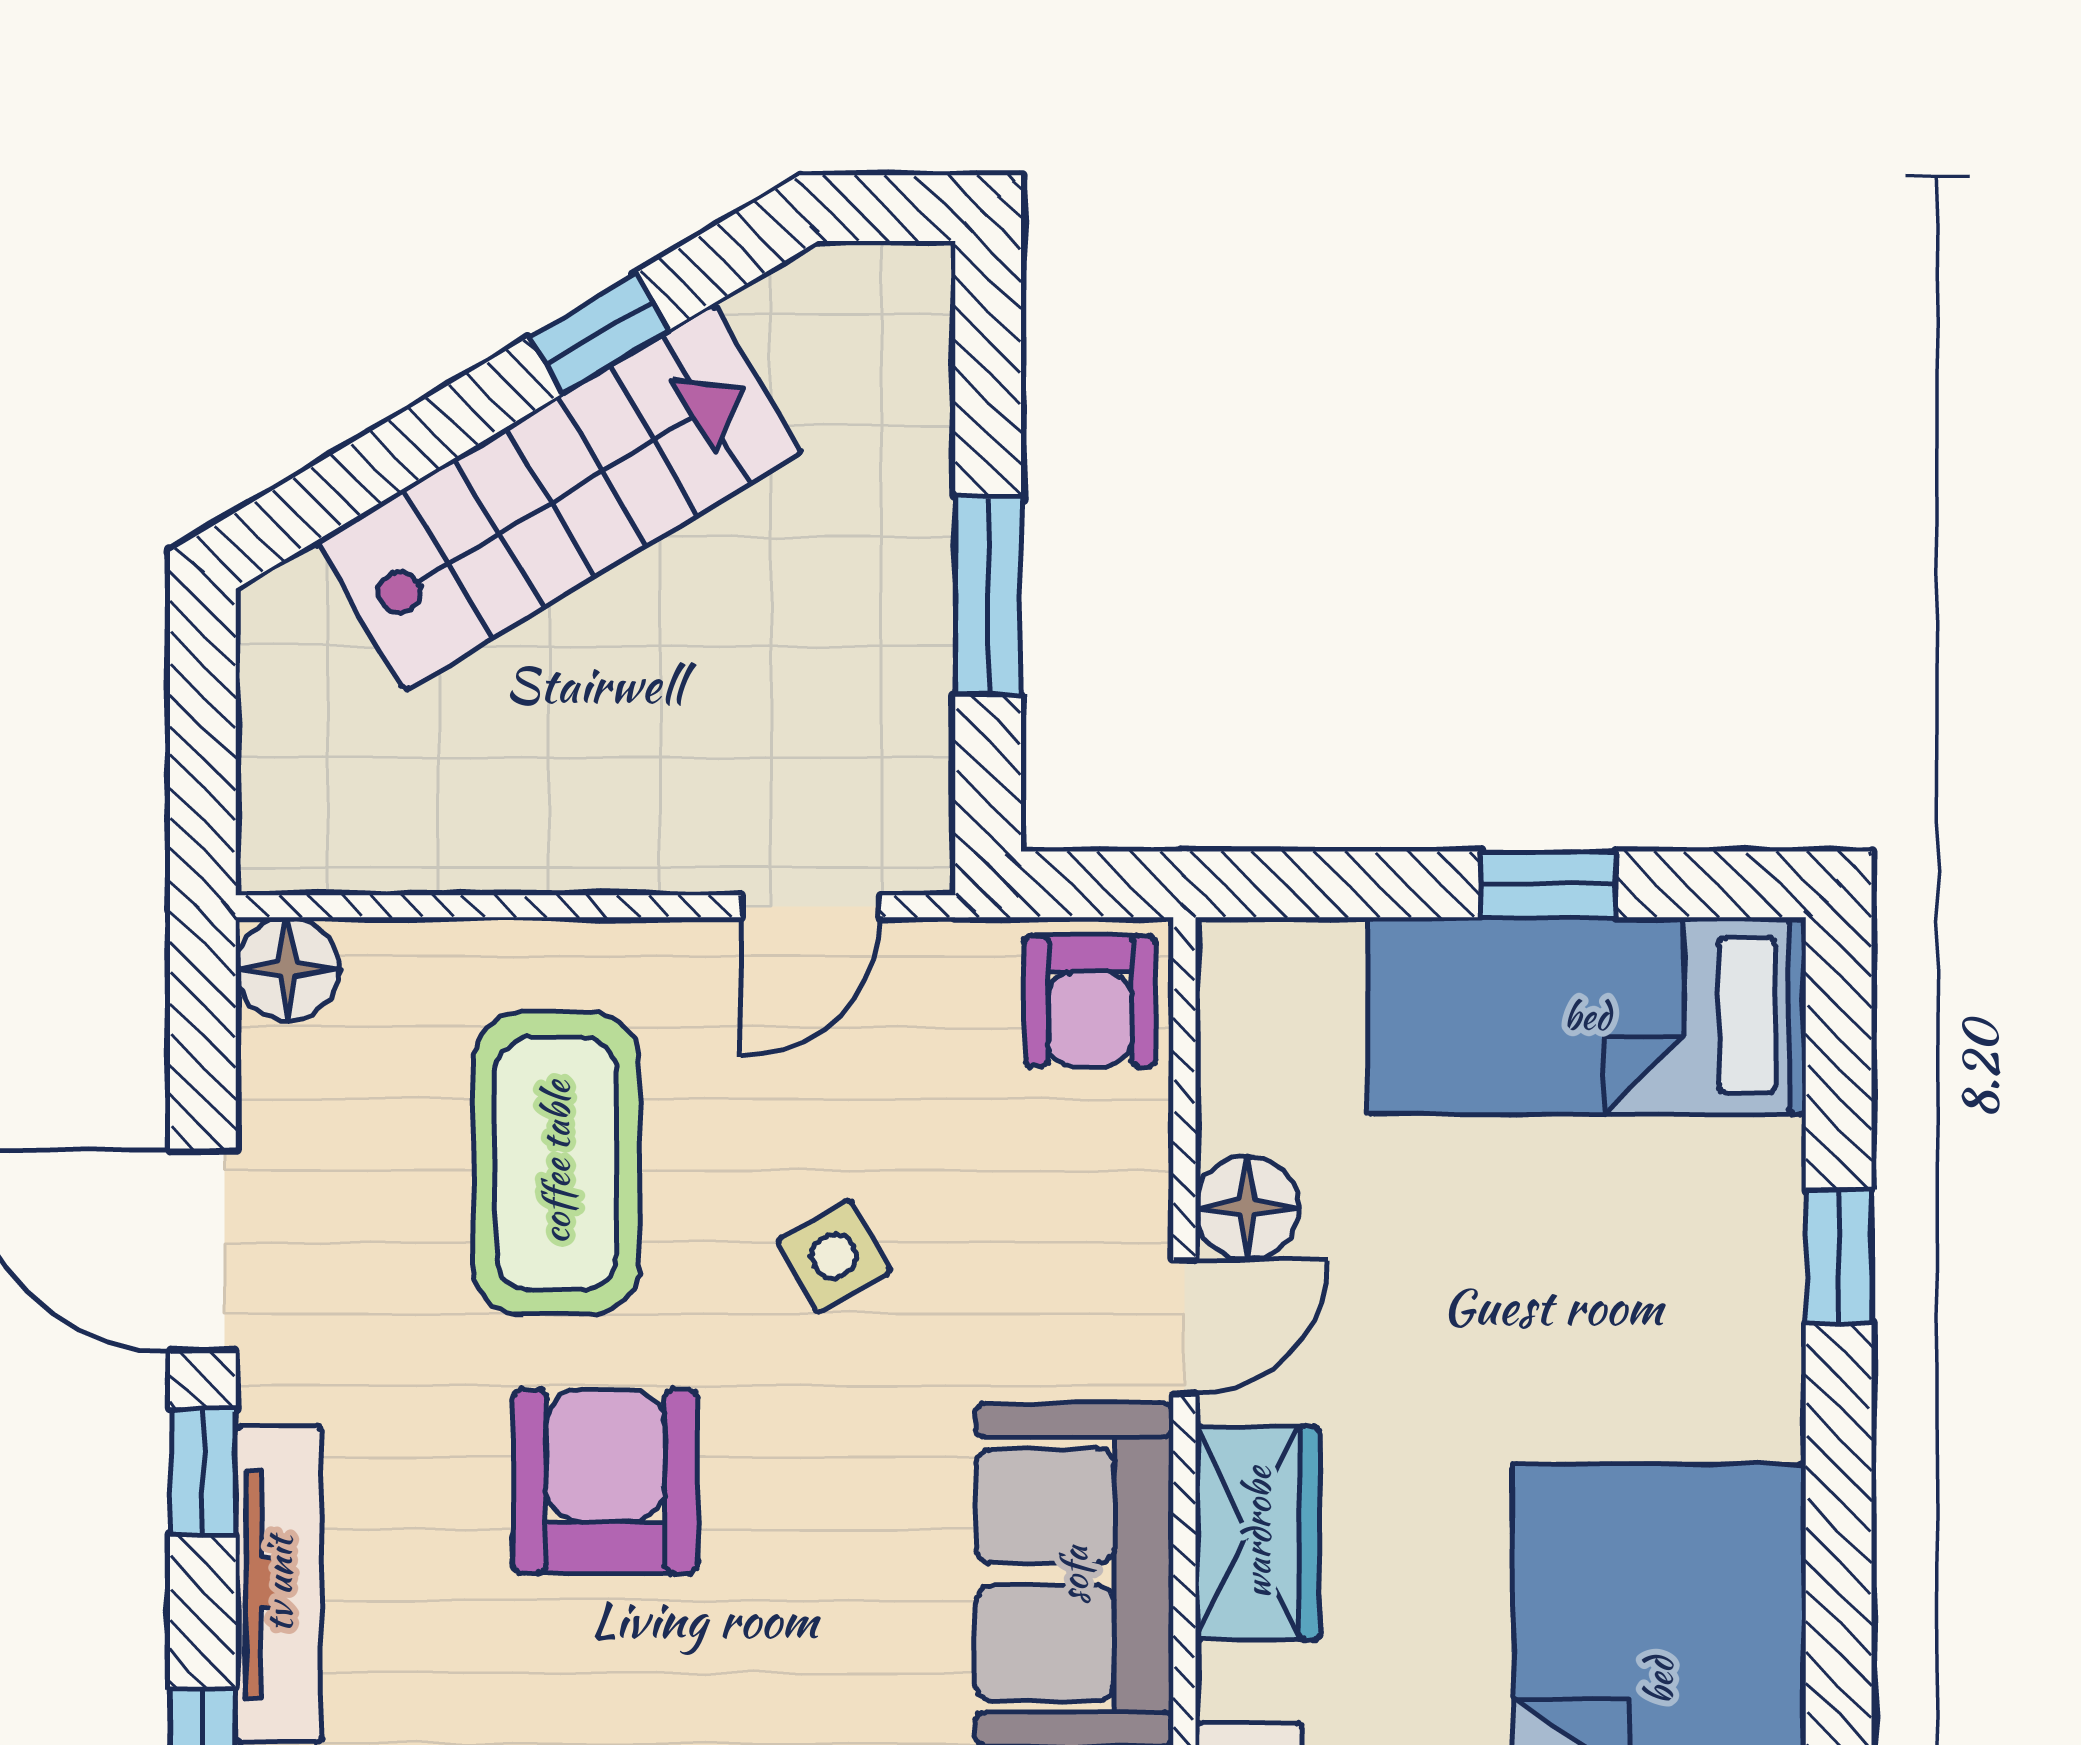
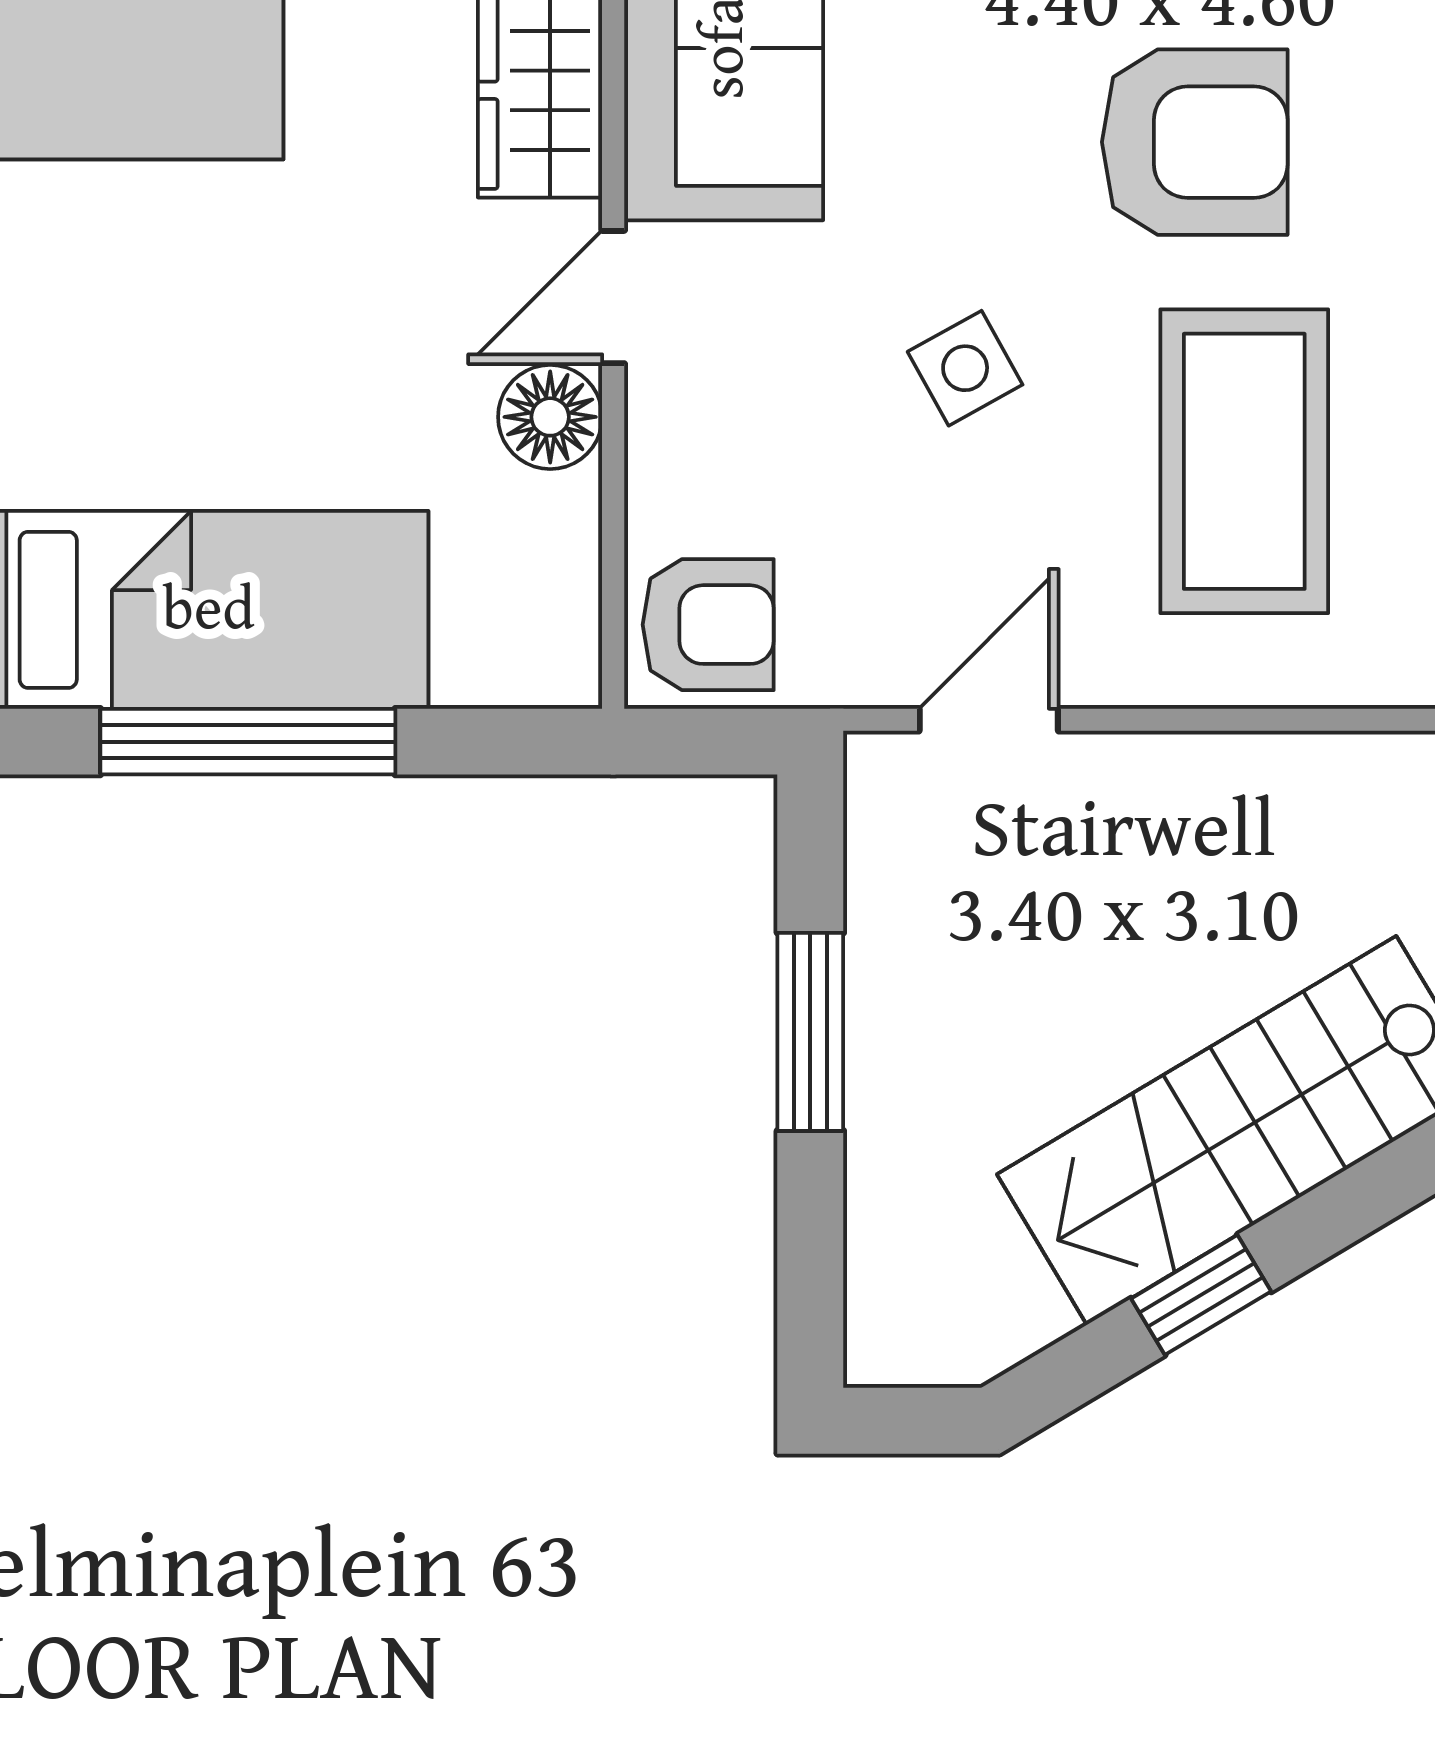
window: (1548, 884) -> (248, 742), width x2.17
armchair: (1090, 1001) -> (708, 625), turned 90
armchair: (605, 1481) -> (1195, 142), turned -90

